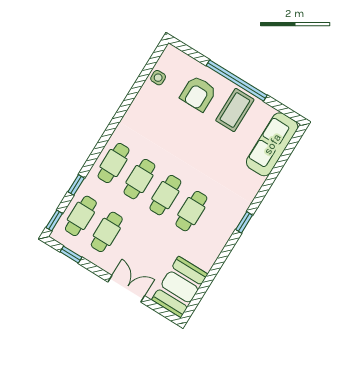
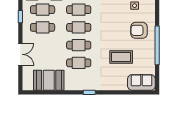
coffee table: (235, 110) -> (121, 57), moved
sofa: (272, 144) -> (141, 82), width x0.73
booth: (180, 287) -> (49, 80), moved

